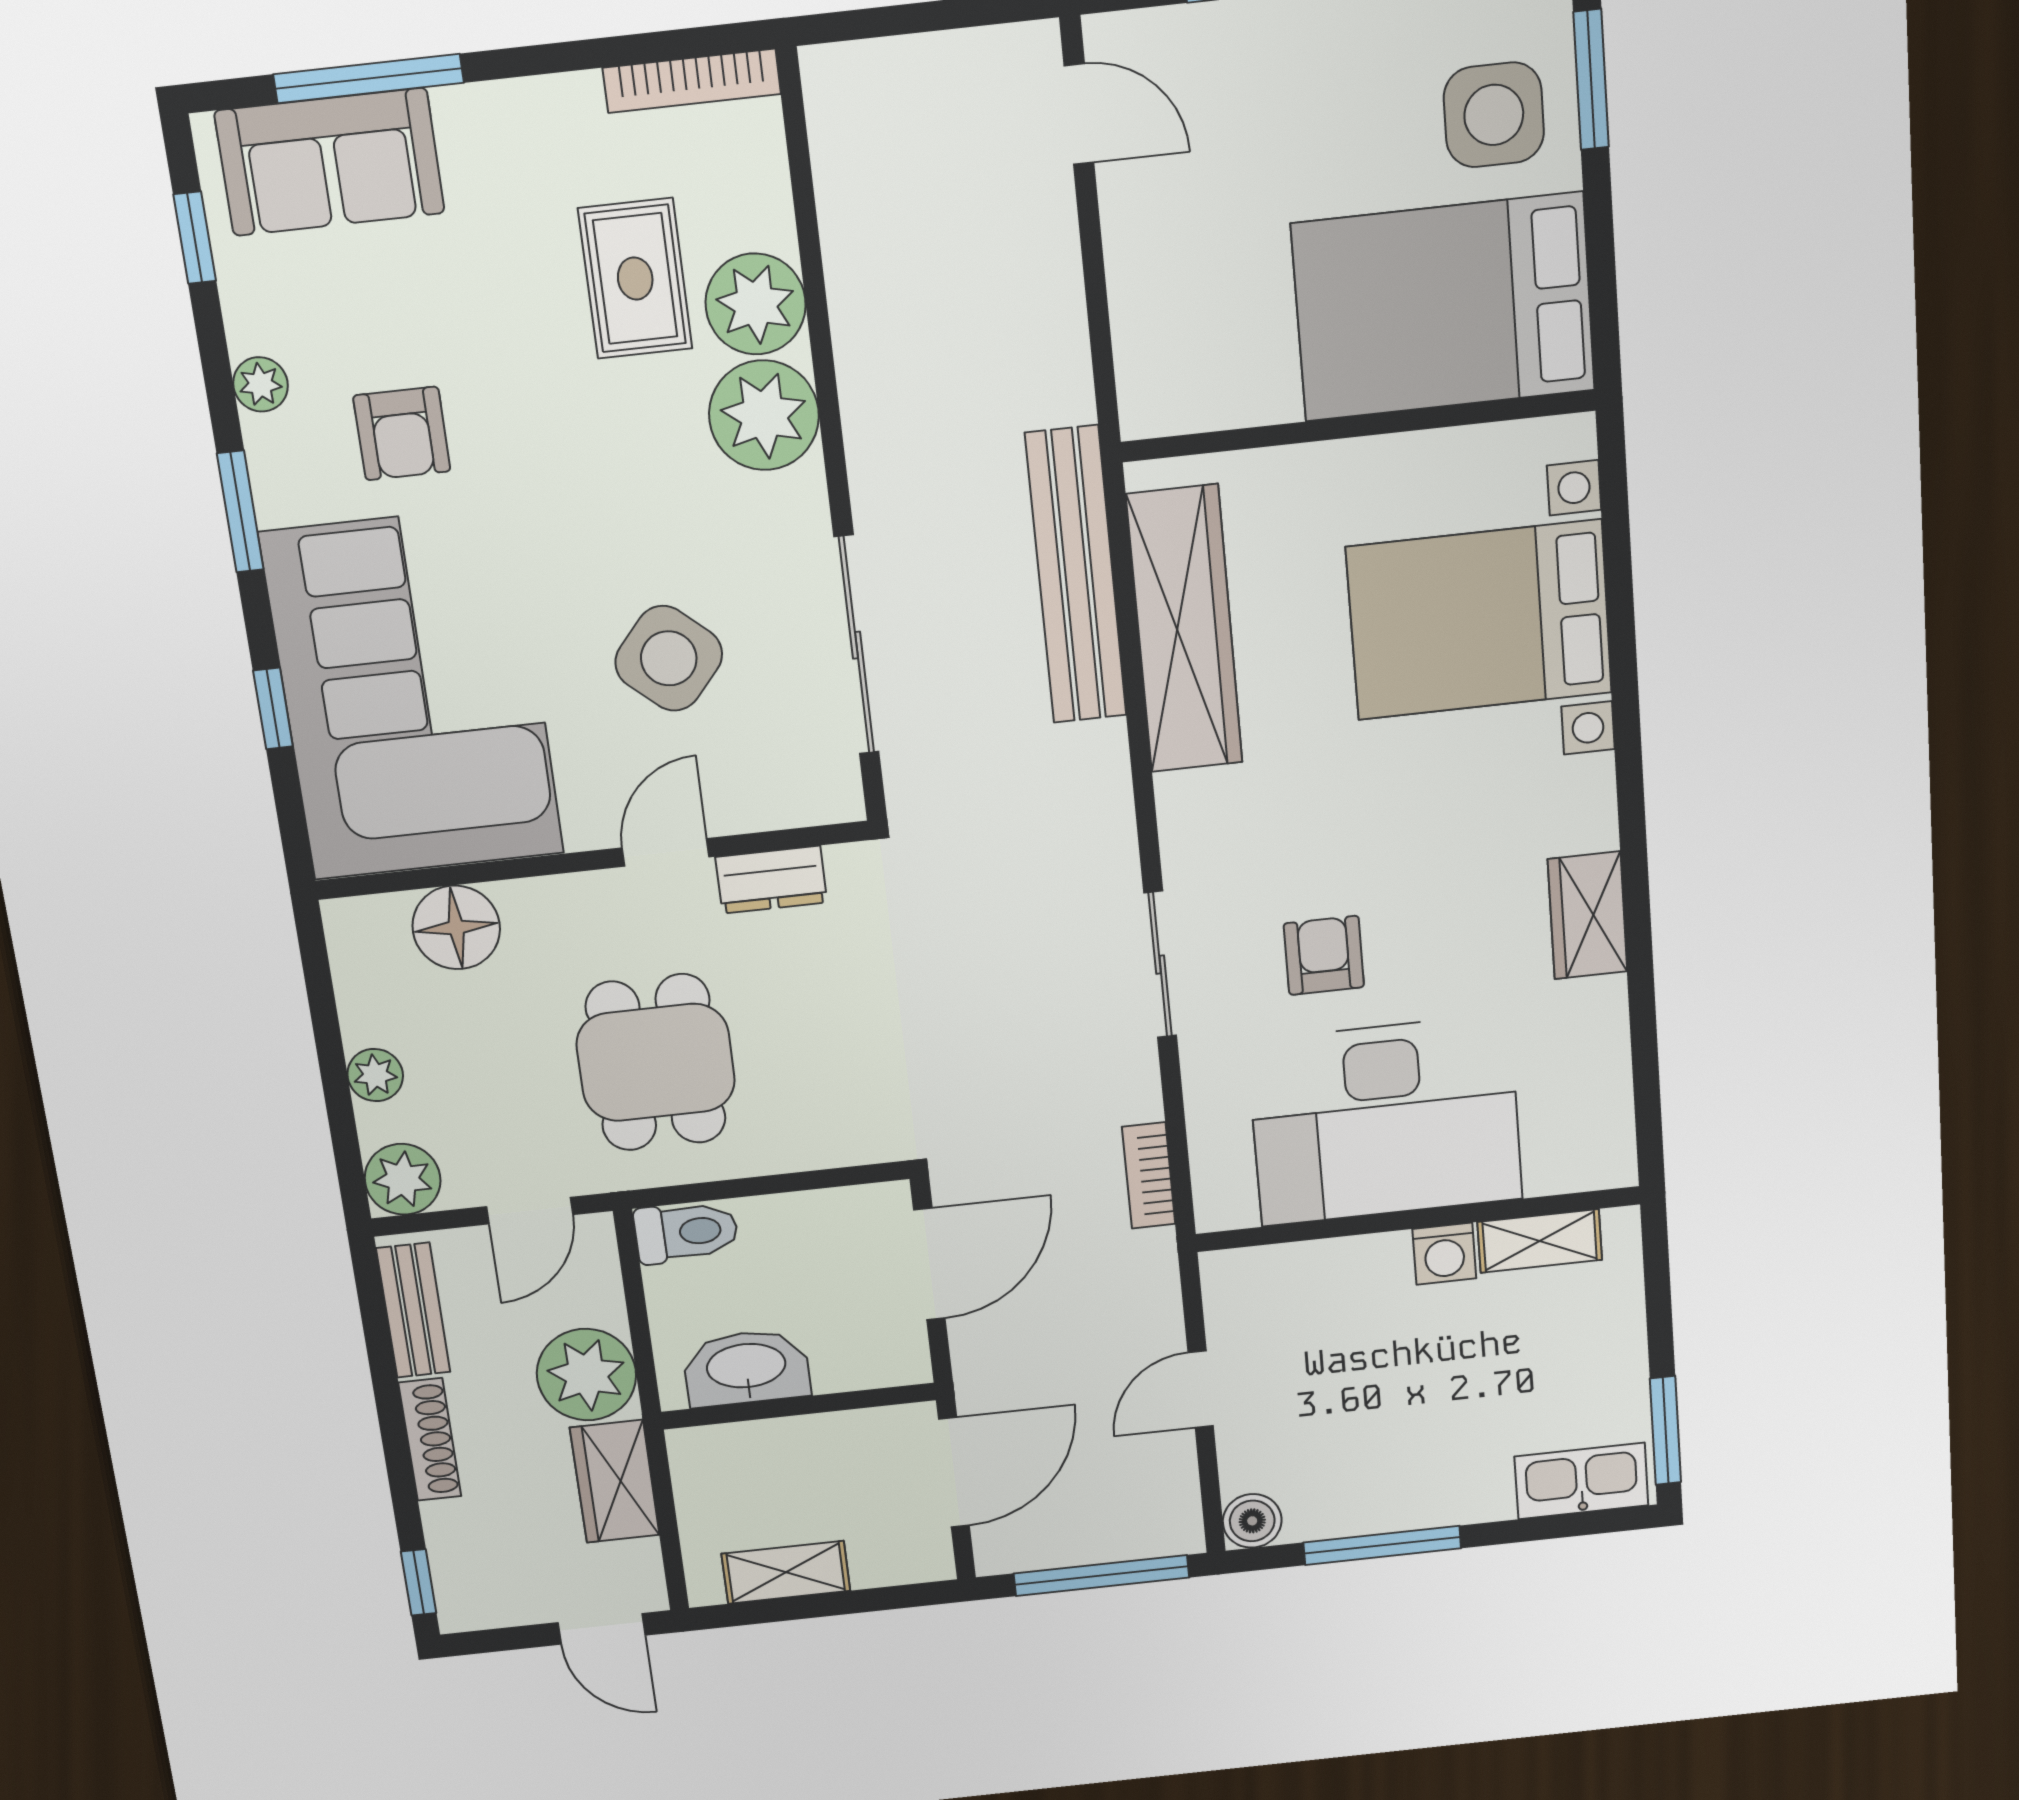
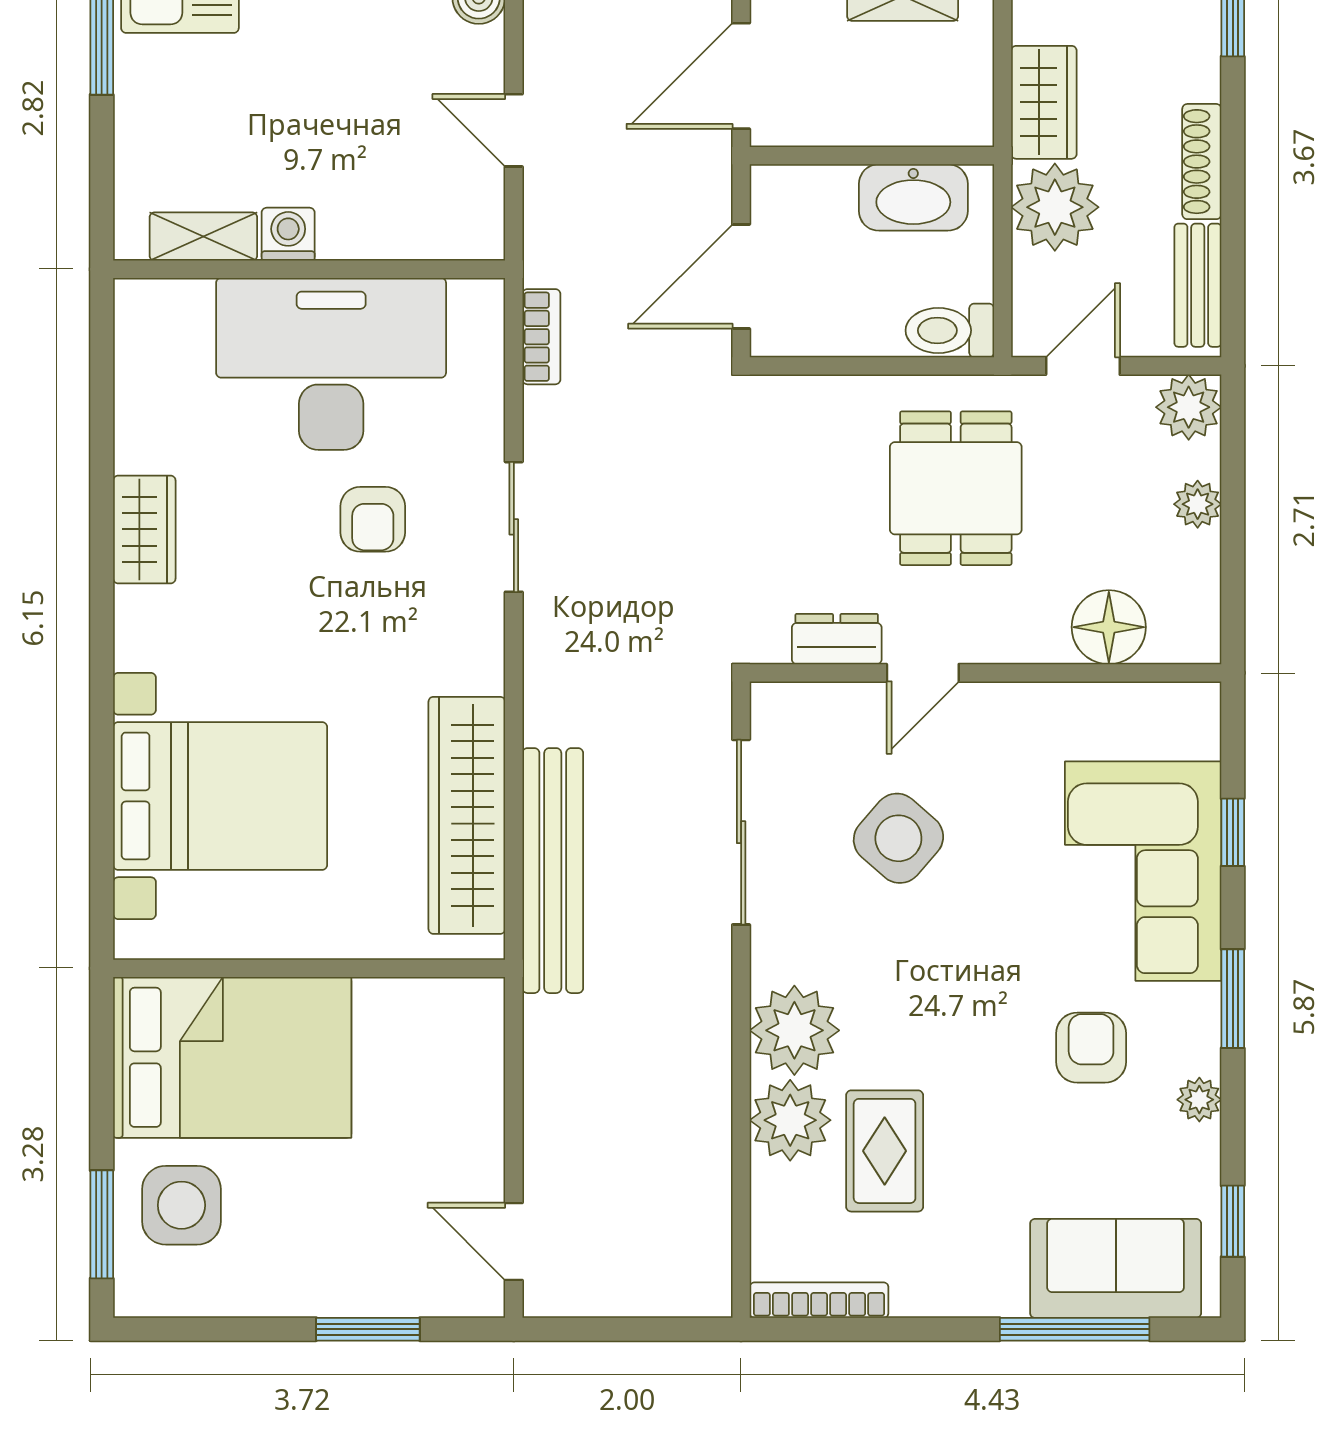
corner sofa: (413, 694) -> (1143, 871), width x0.73, depth x0.74
door: (1201, 1389) -> (514, 130), swing flipped

